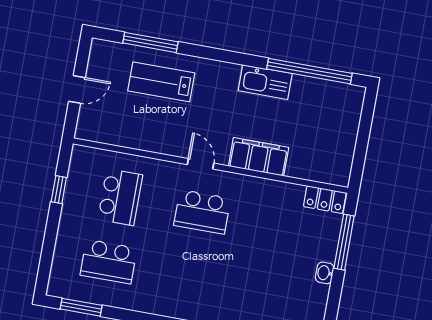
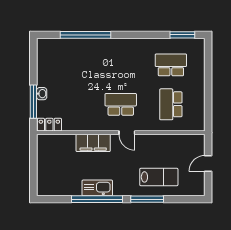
window: (150, 42) -> (147, 199), moved
window: (309, 71) -> (97, 199), moved
window: (59, 190) -> (208, 102), removed
washbasin: (325, 273) -> (42, 94), moved

